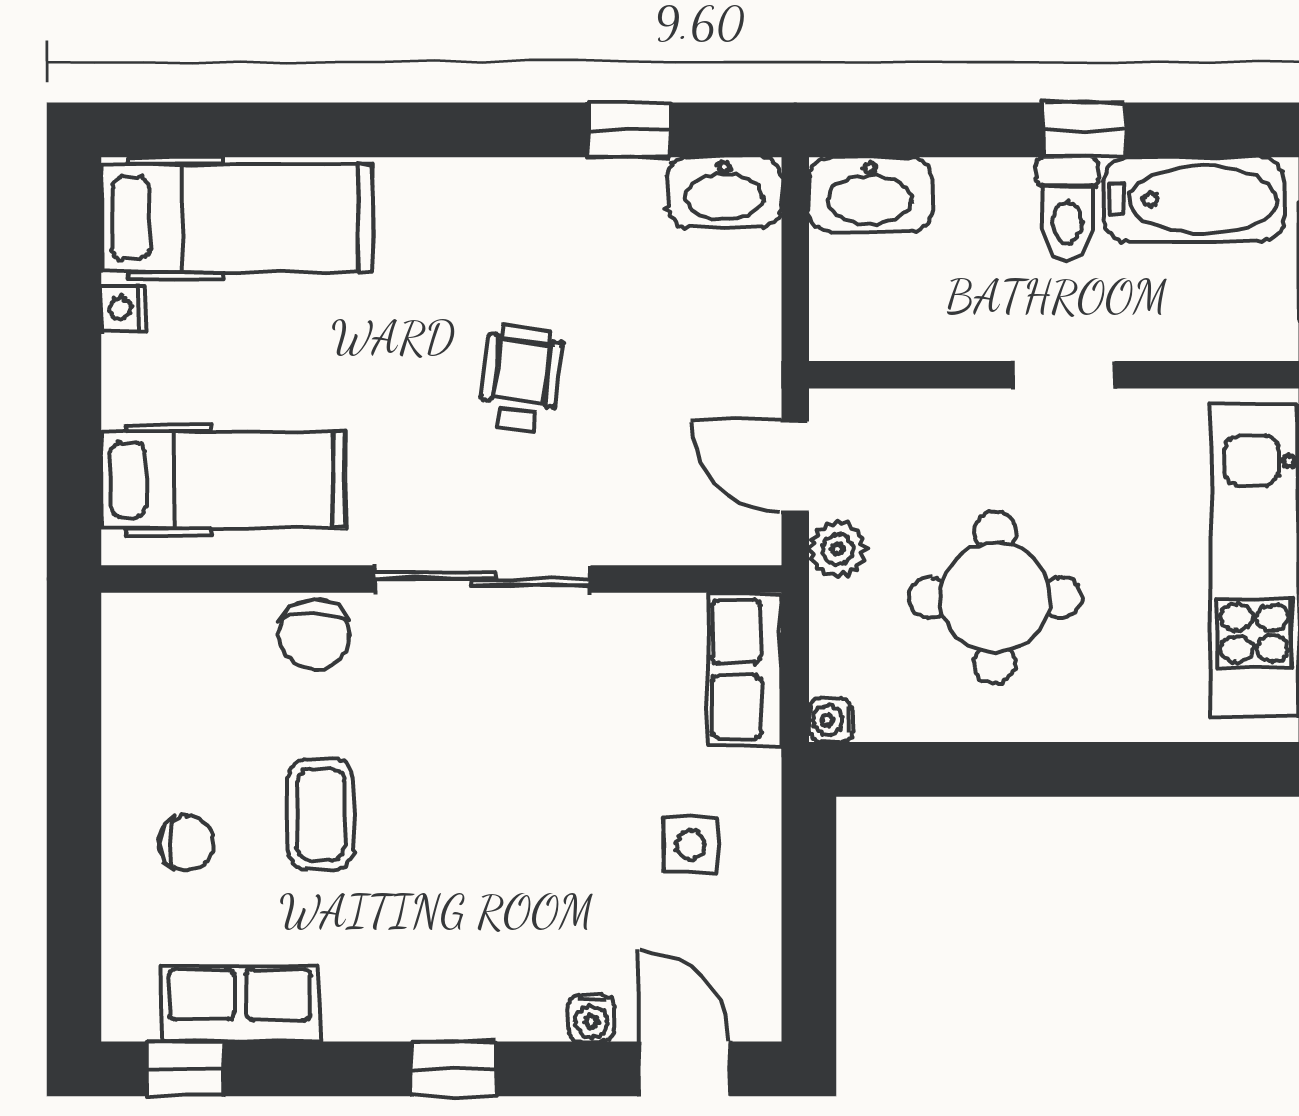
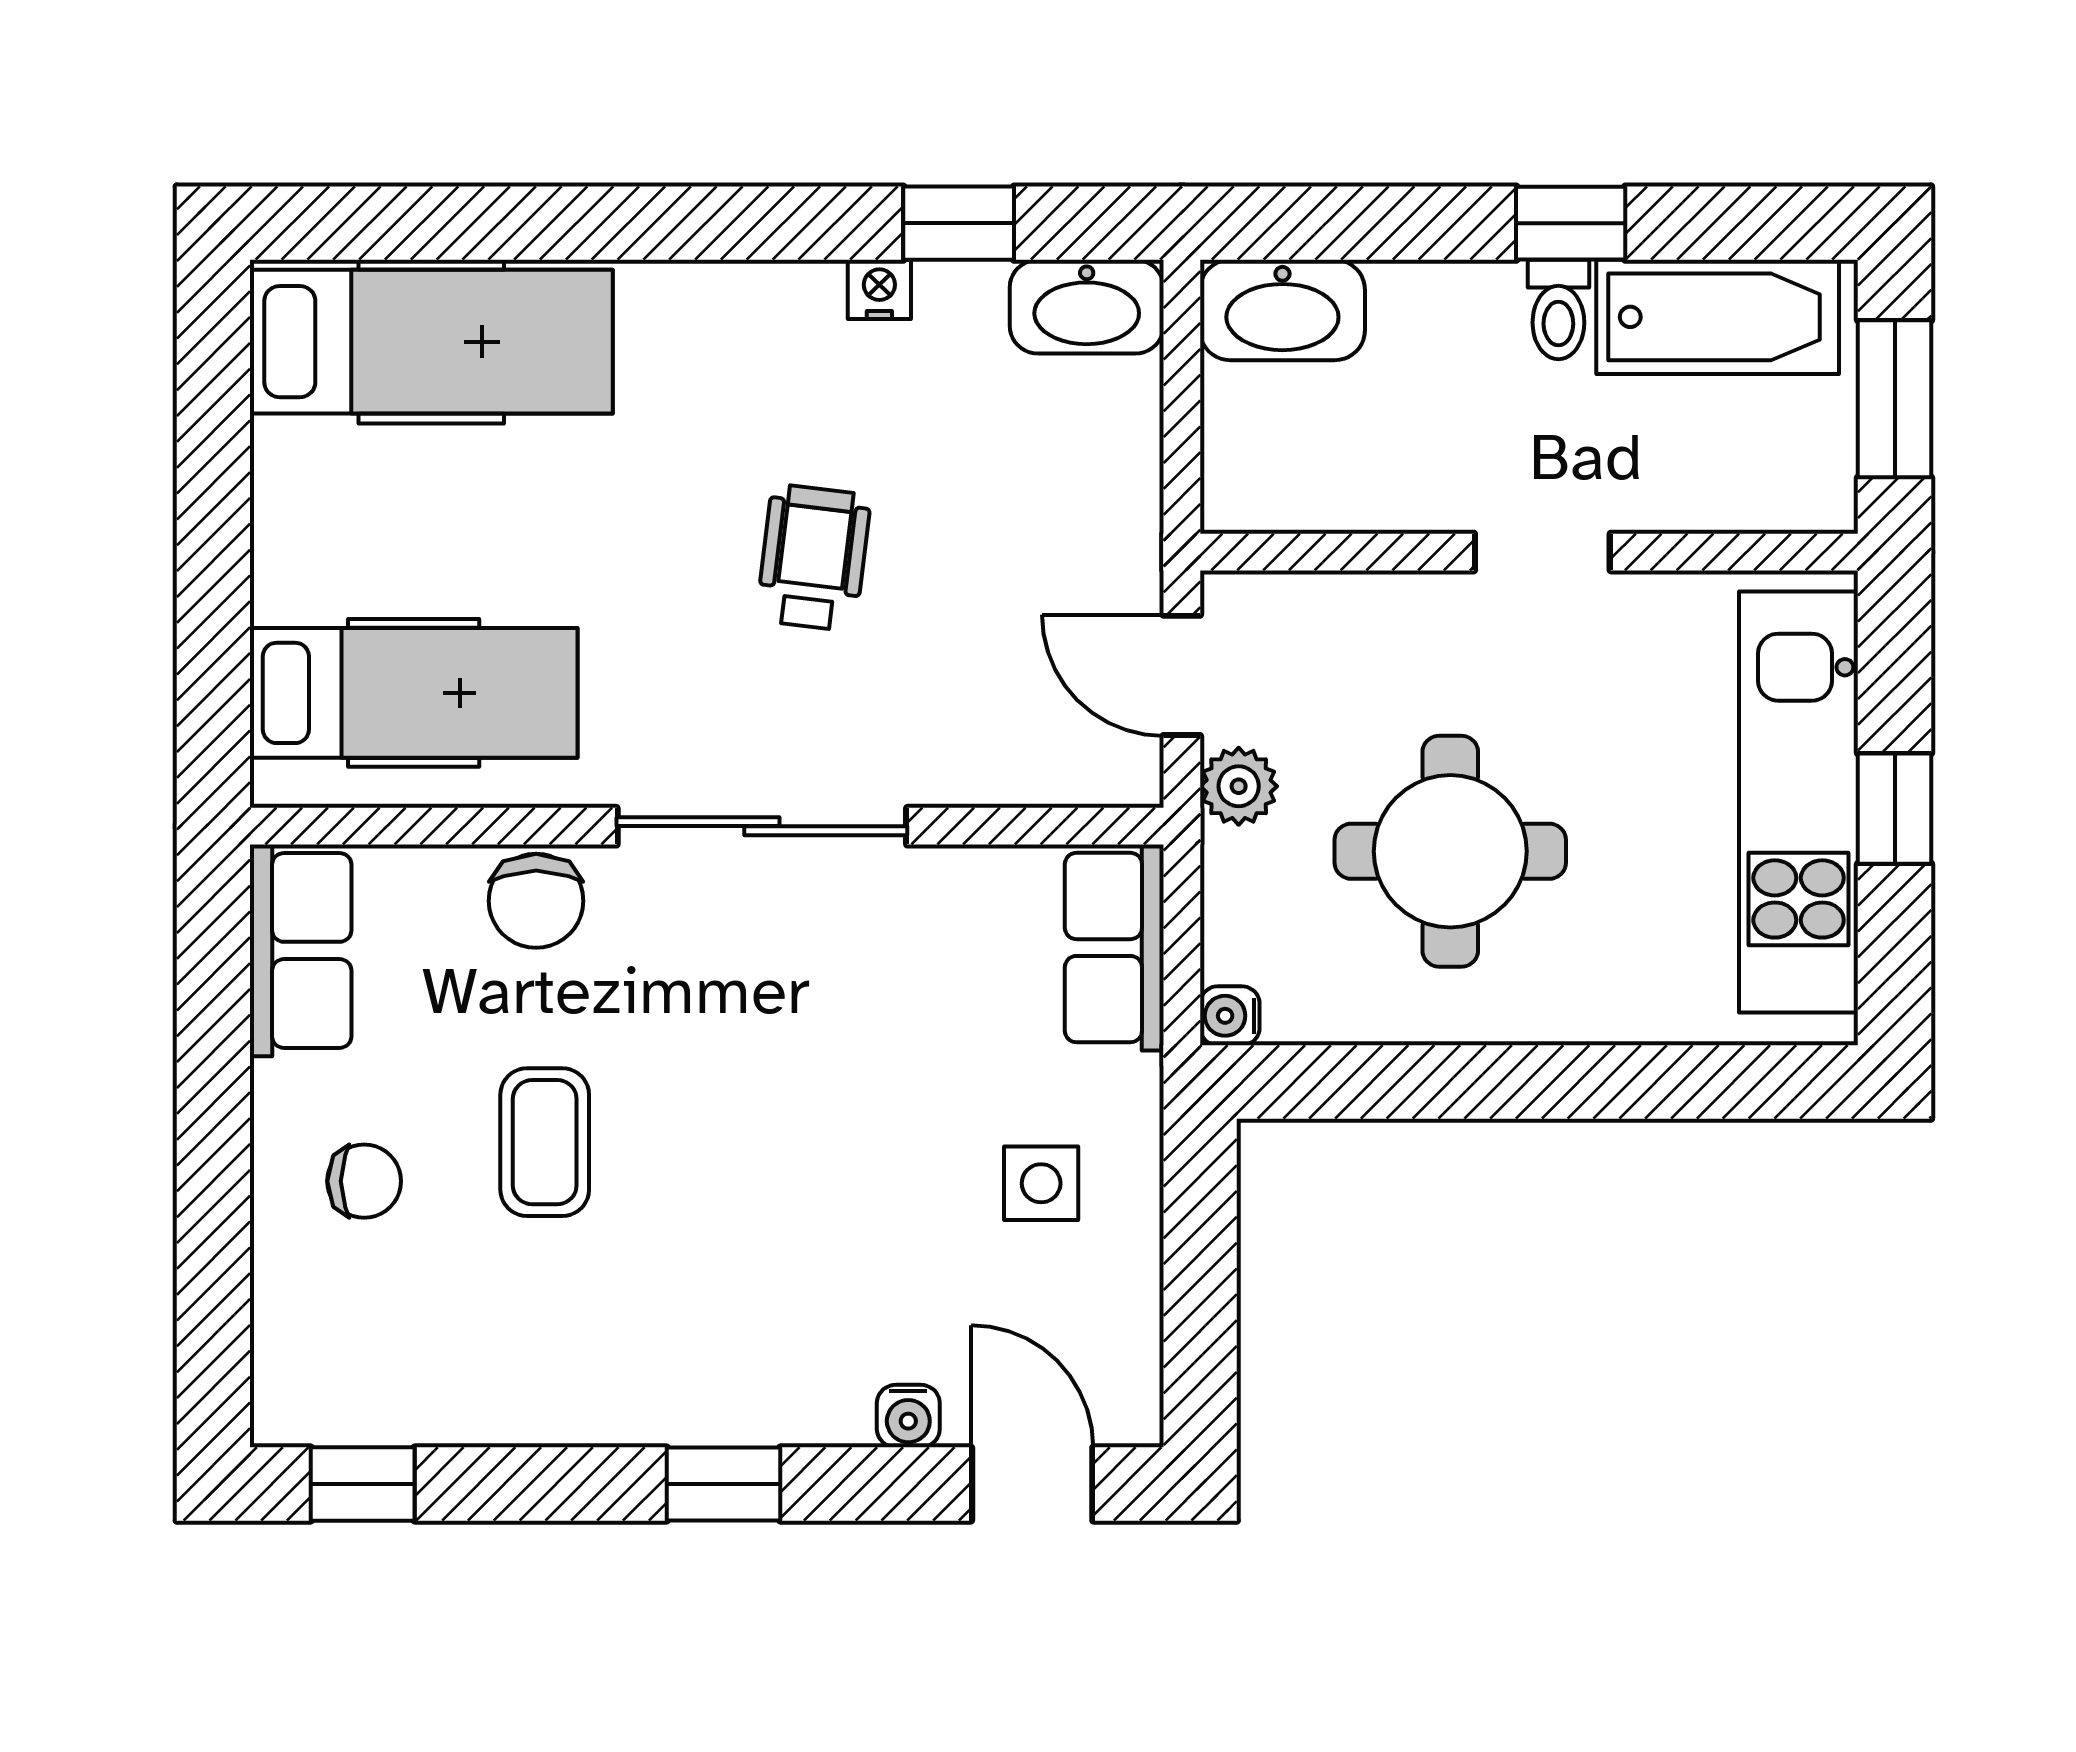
toilet: (1067, 209) -> (1558, 310), width x0.73, depth x0.72
nightstand: (123, 308) -> (879, 289), moved, turned 90
row of seats: (240, 1004) -> (301, 950), moved, turned 90

